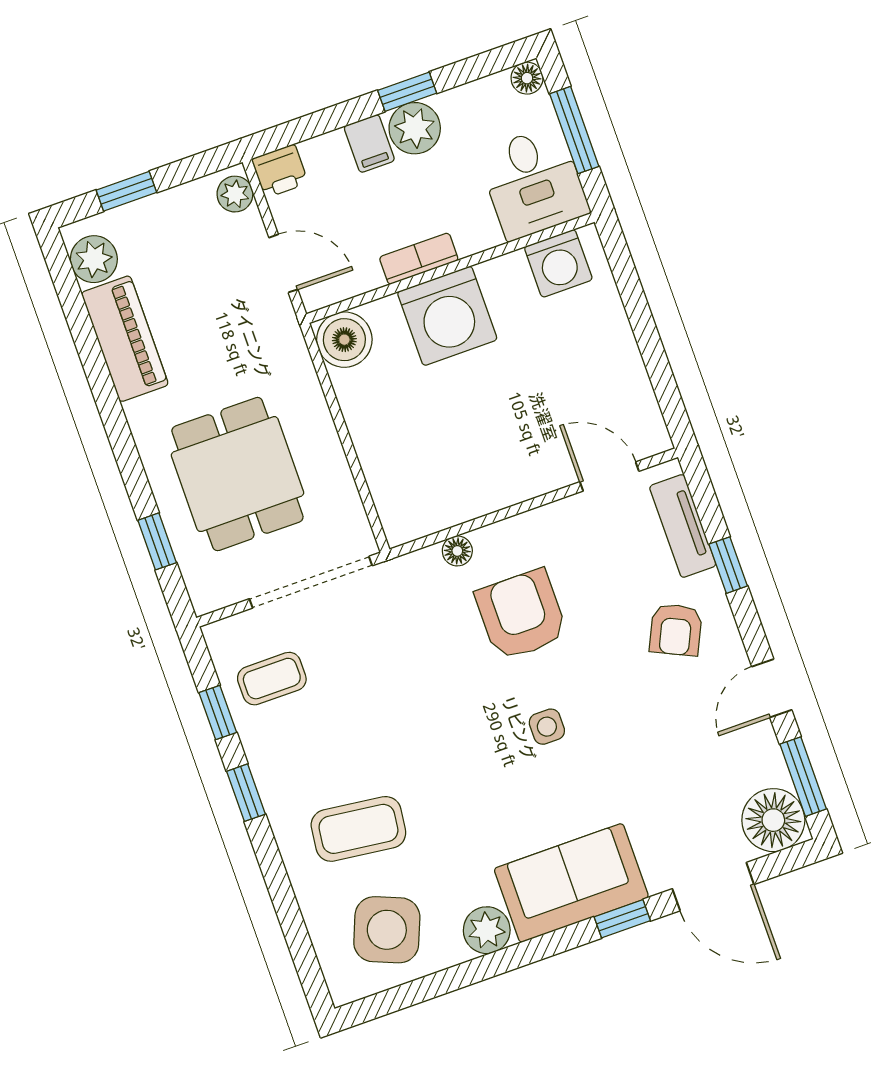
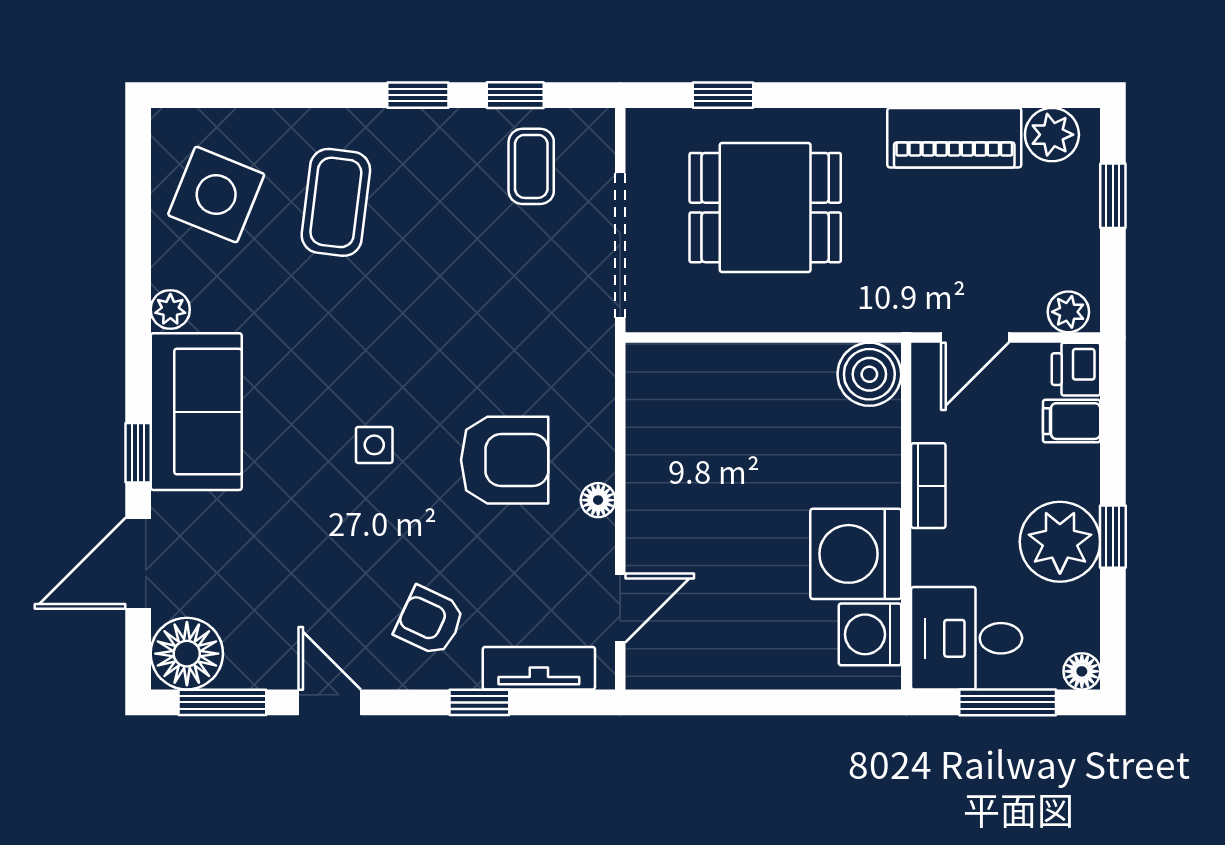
plant: (415, 128) -> (1060, 542), width x1.36, depth x1.36
filing cabinet: (369, 143) -> (1072, 421), moved
washing machine: (447, 316) -> (856, 554), moved
floor lamp: (457, 551) -> (598, 500), moved
plant: (487, 930) -> (170, 309), width x0.73, depth x0.73

